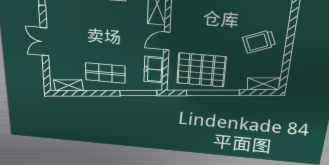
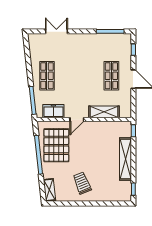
door: (167, 41) -> (77, 120), swing flipped
double door: (44, 42) -> (56, 31), moved
shelving: (68, 85) -> (34, 48), removed

